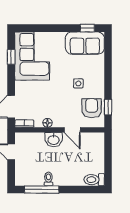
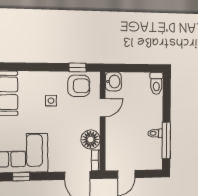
armchair: (92, 108) -> (79, 86), turned 180
floor lamp: (47, 123) -> (90, 139), width x1.89, depth x1.89
washbasin: (53, 140) -> (113, 82), moved

